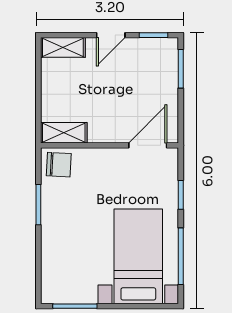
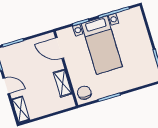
shelving: (64, 133) -> (63, 83), moved
bed with nightstands: (138, 256) -> (102, 45), moved, turned -90

